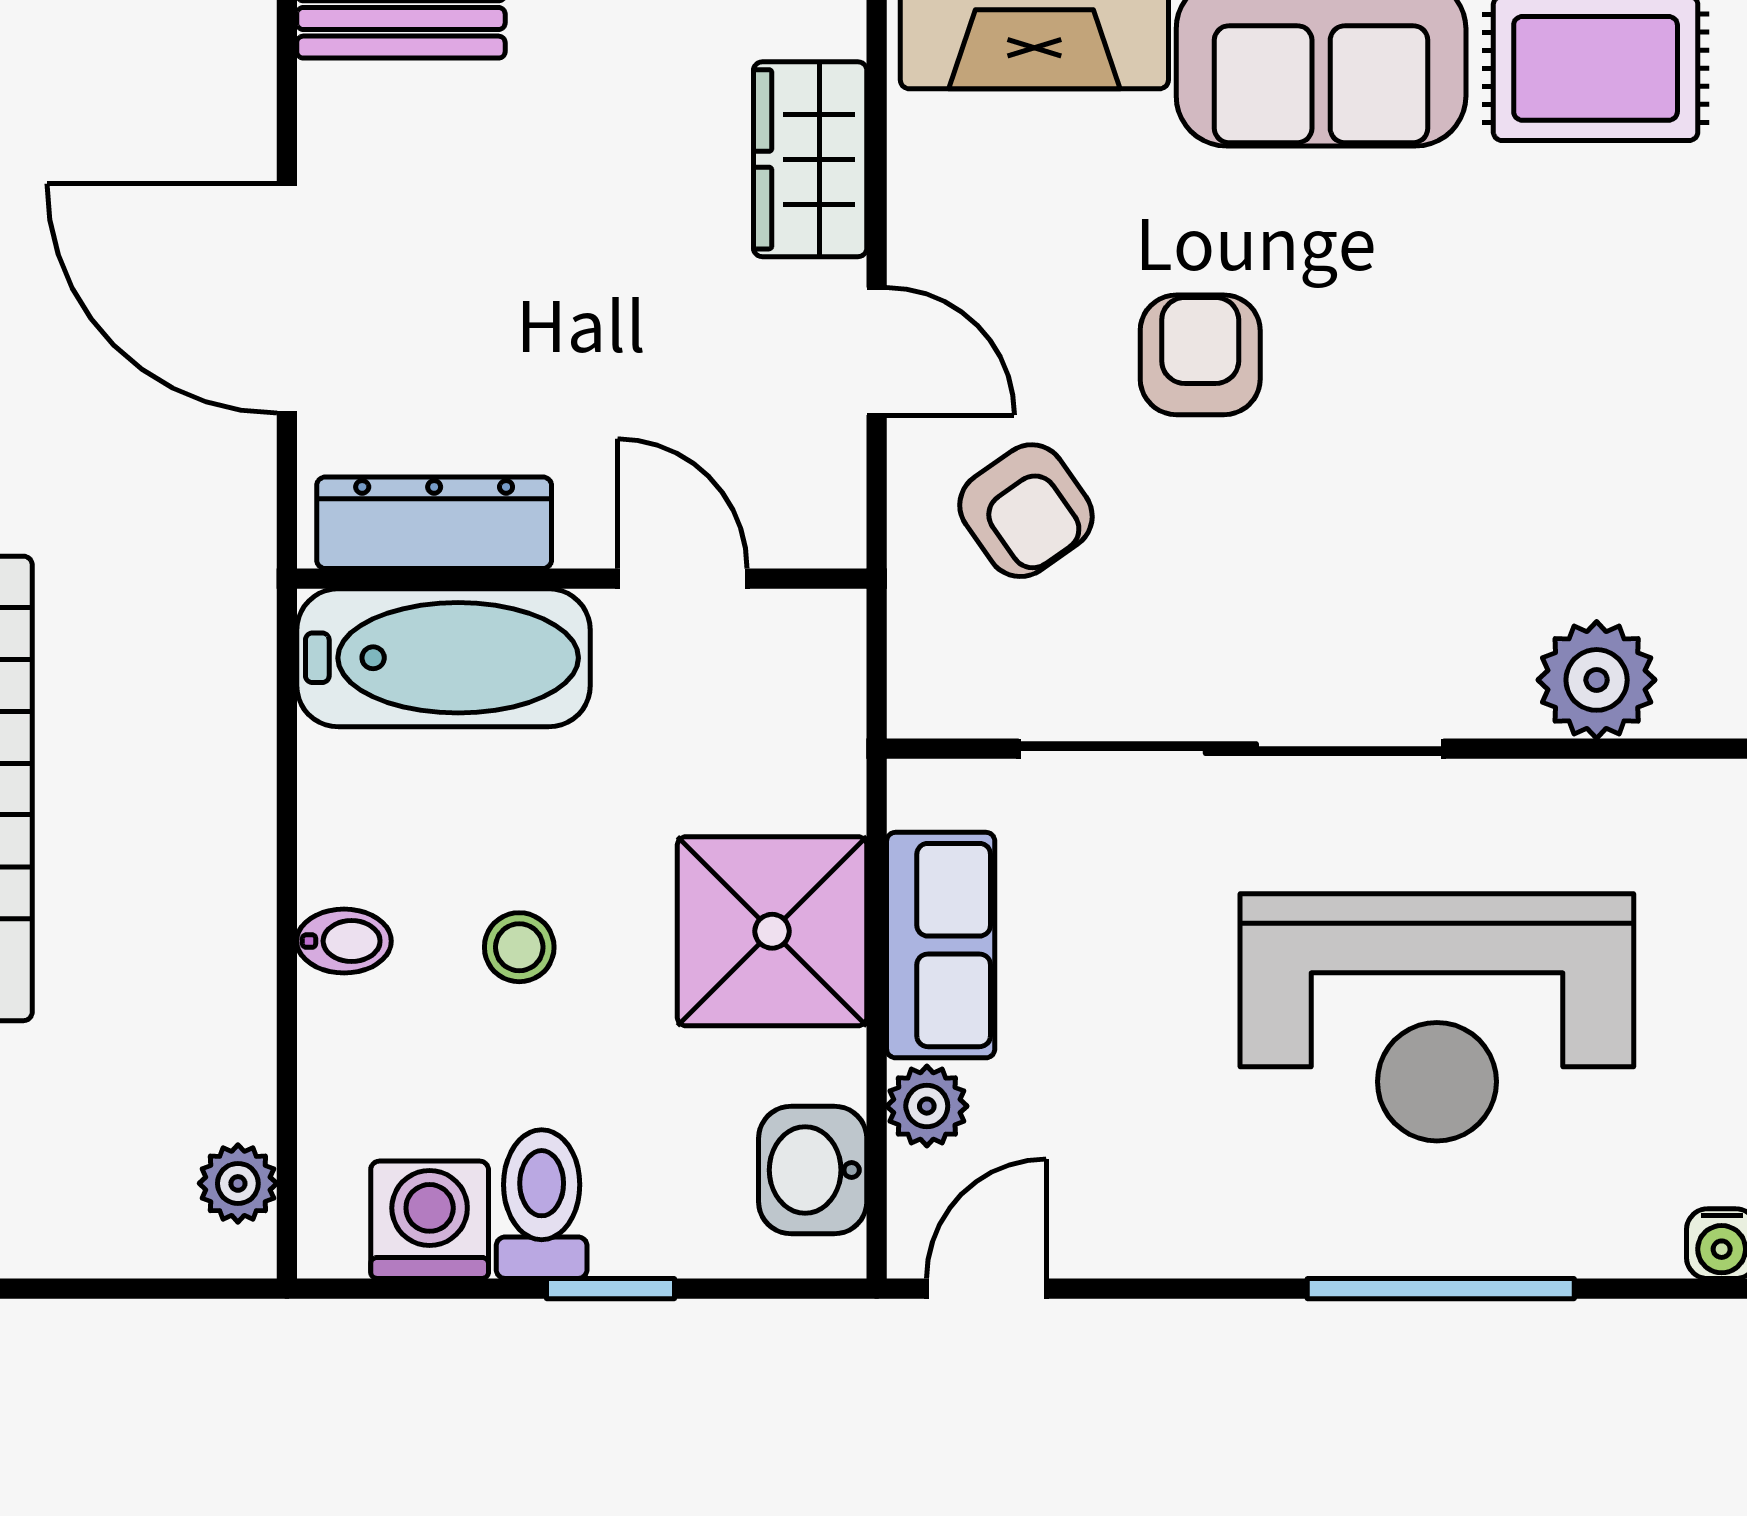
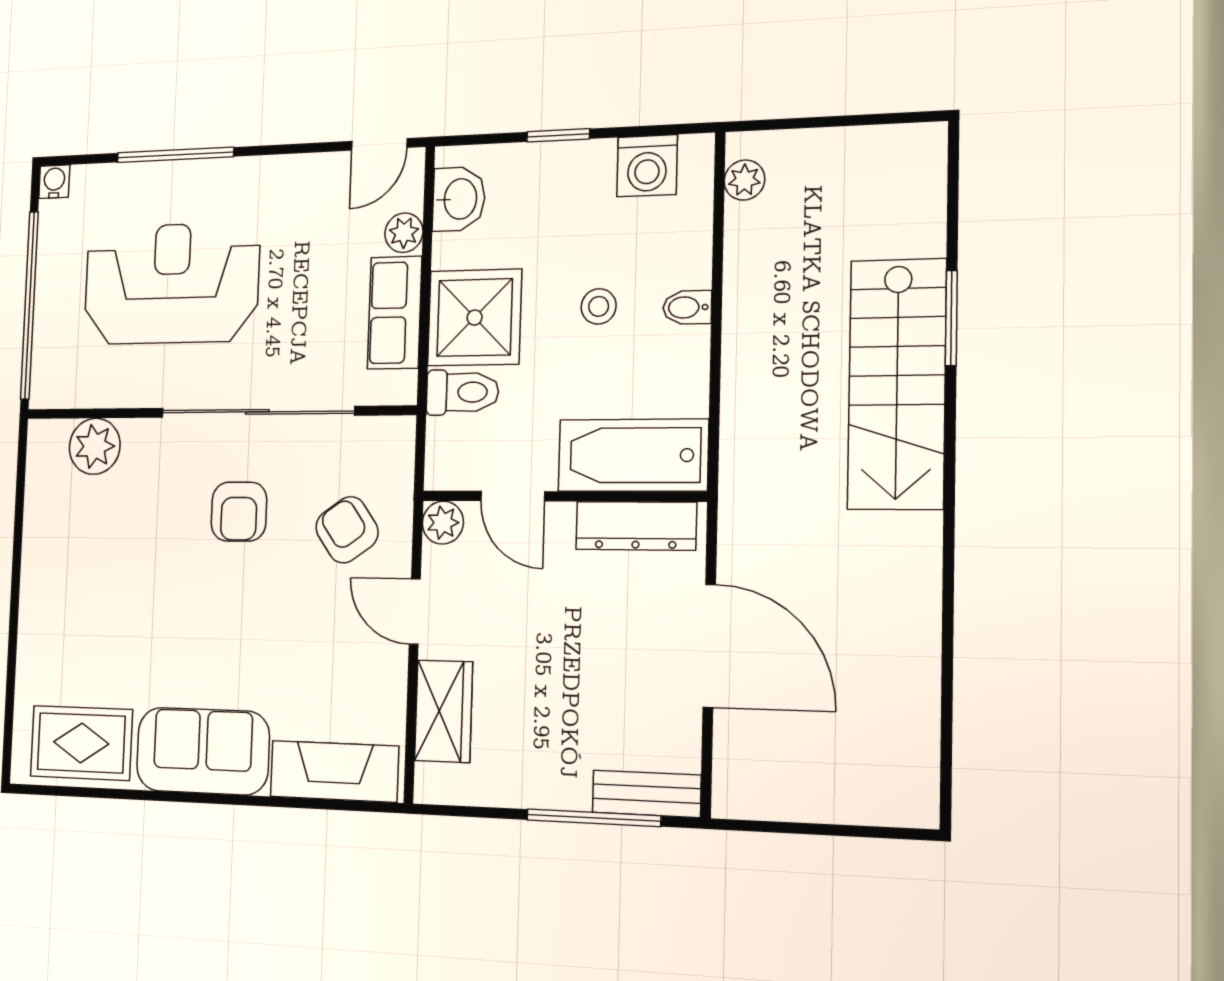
armchair: (1200, 355) -> (239, 512), moved
plant: (824, 526) -> (443, 523), added
toilet: (542, 1204) -> (462, 392), moved, turned -90

